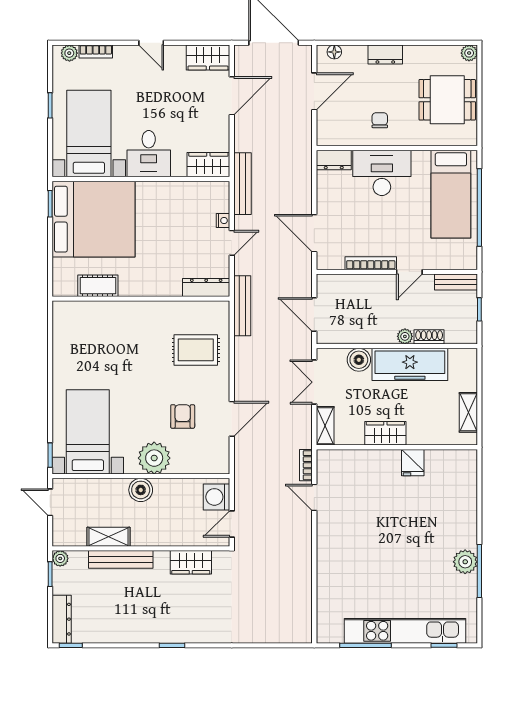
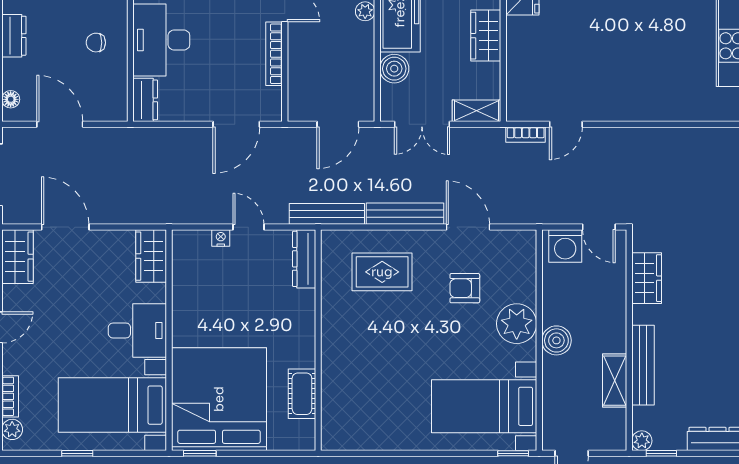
bench: (242, 184) -> (405, 214), moved
rug: (196, 350) -> (382, 272), turned 90

